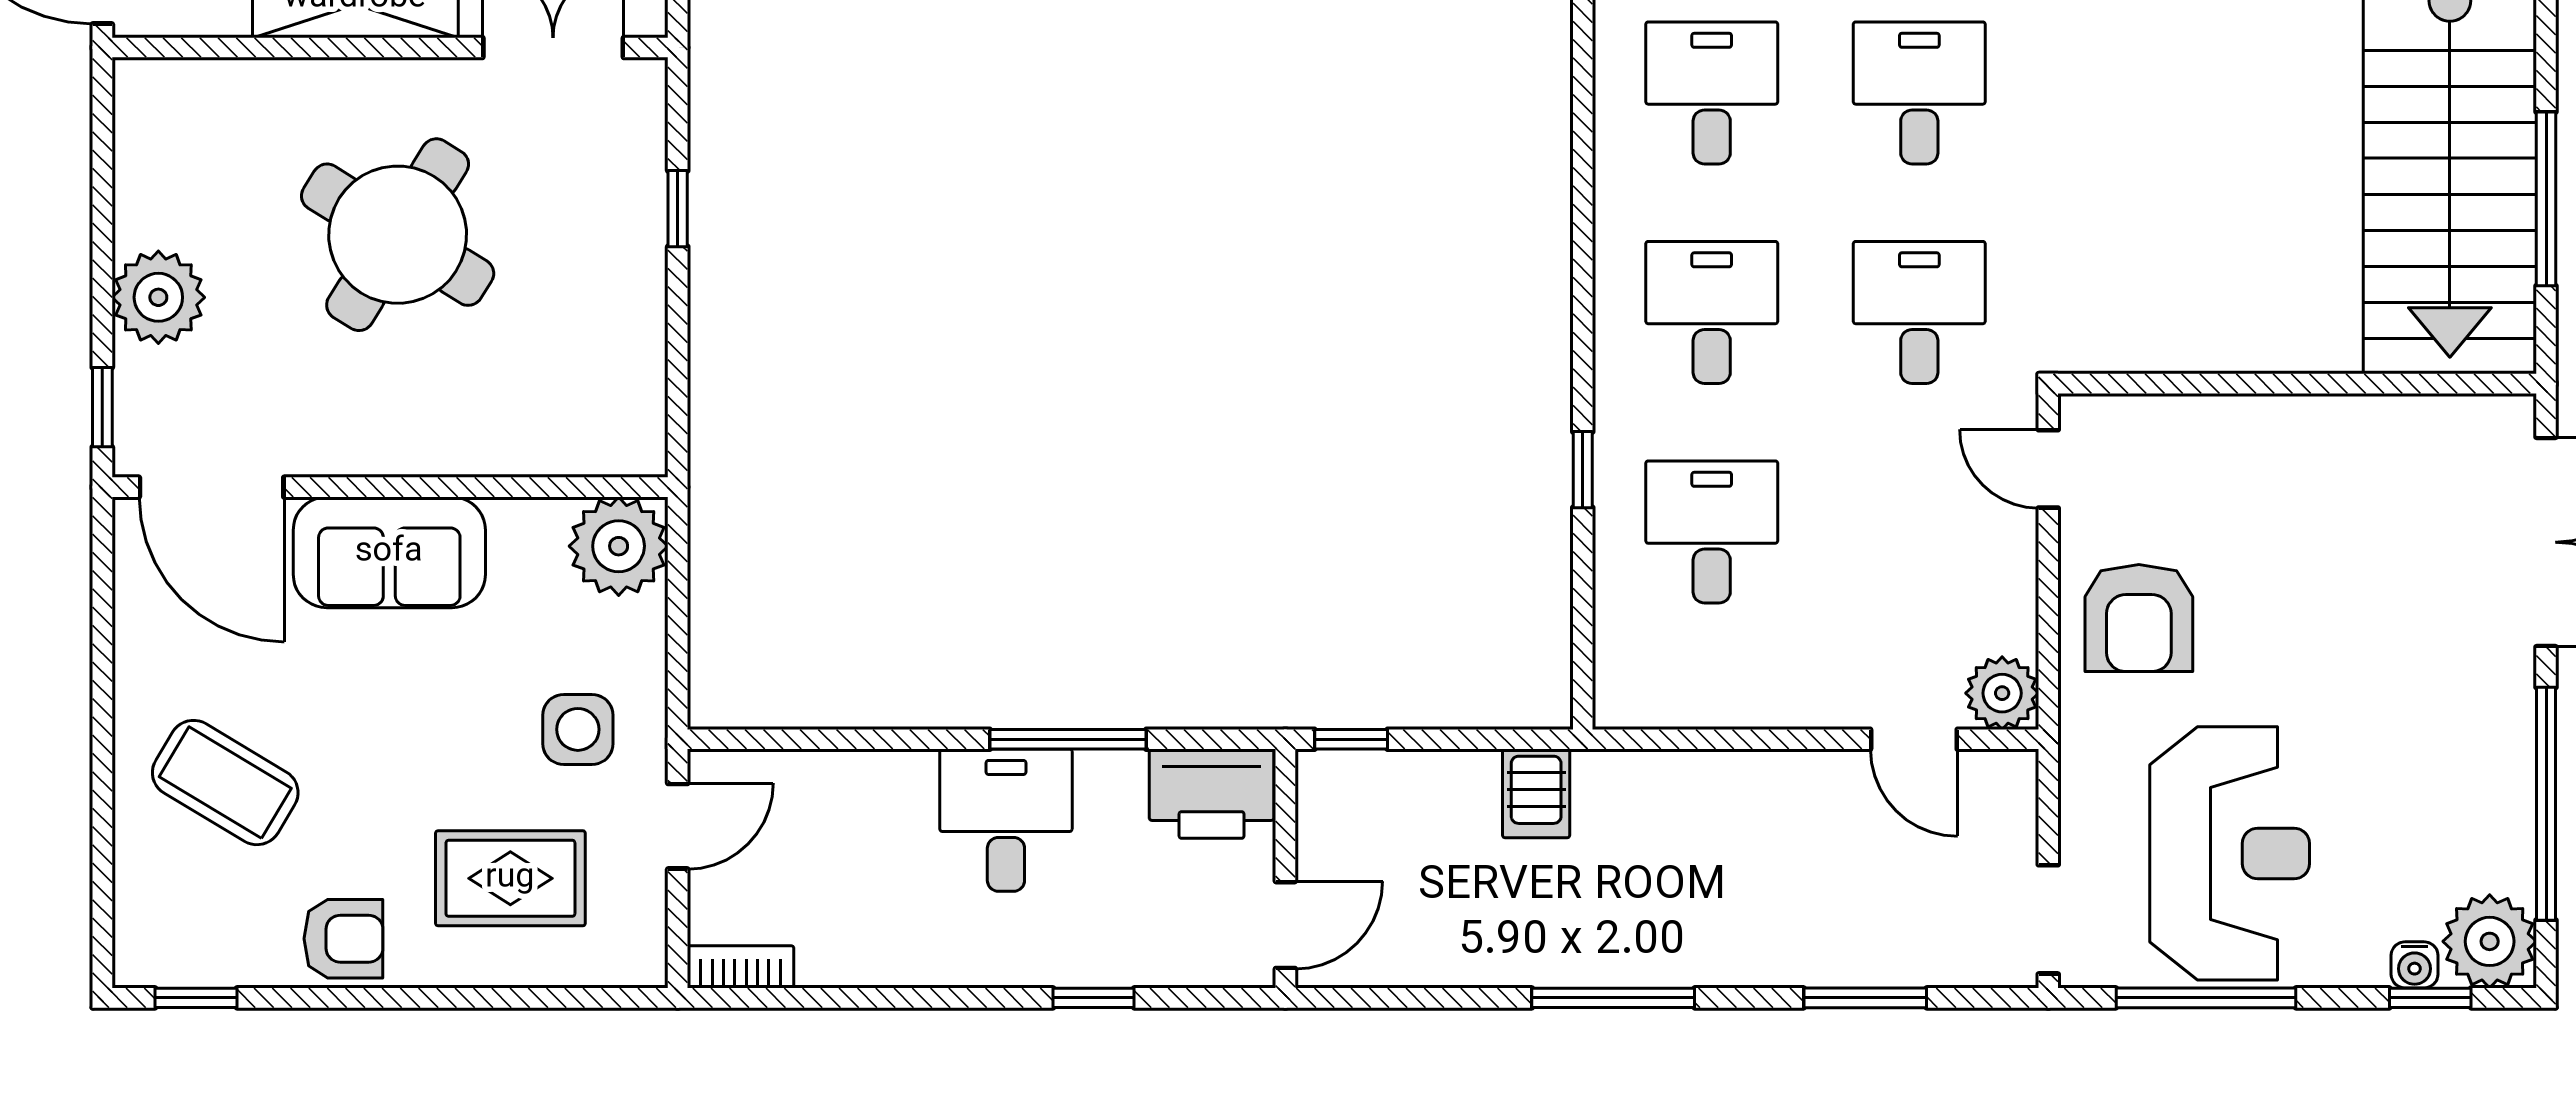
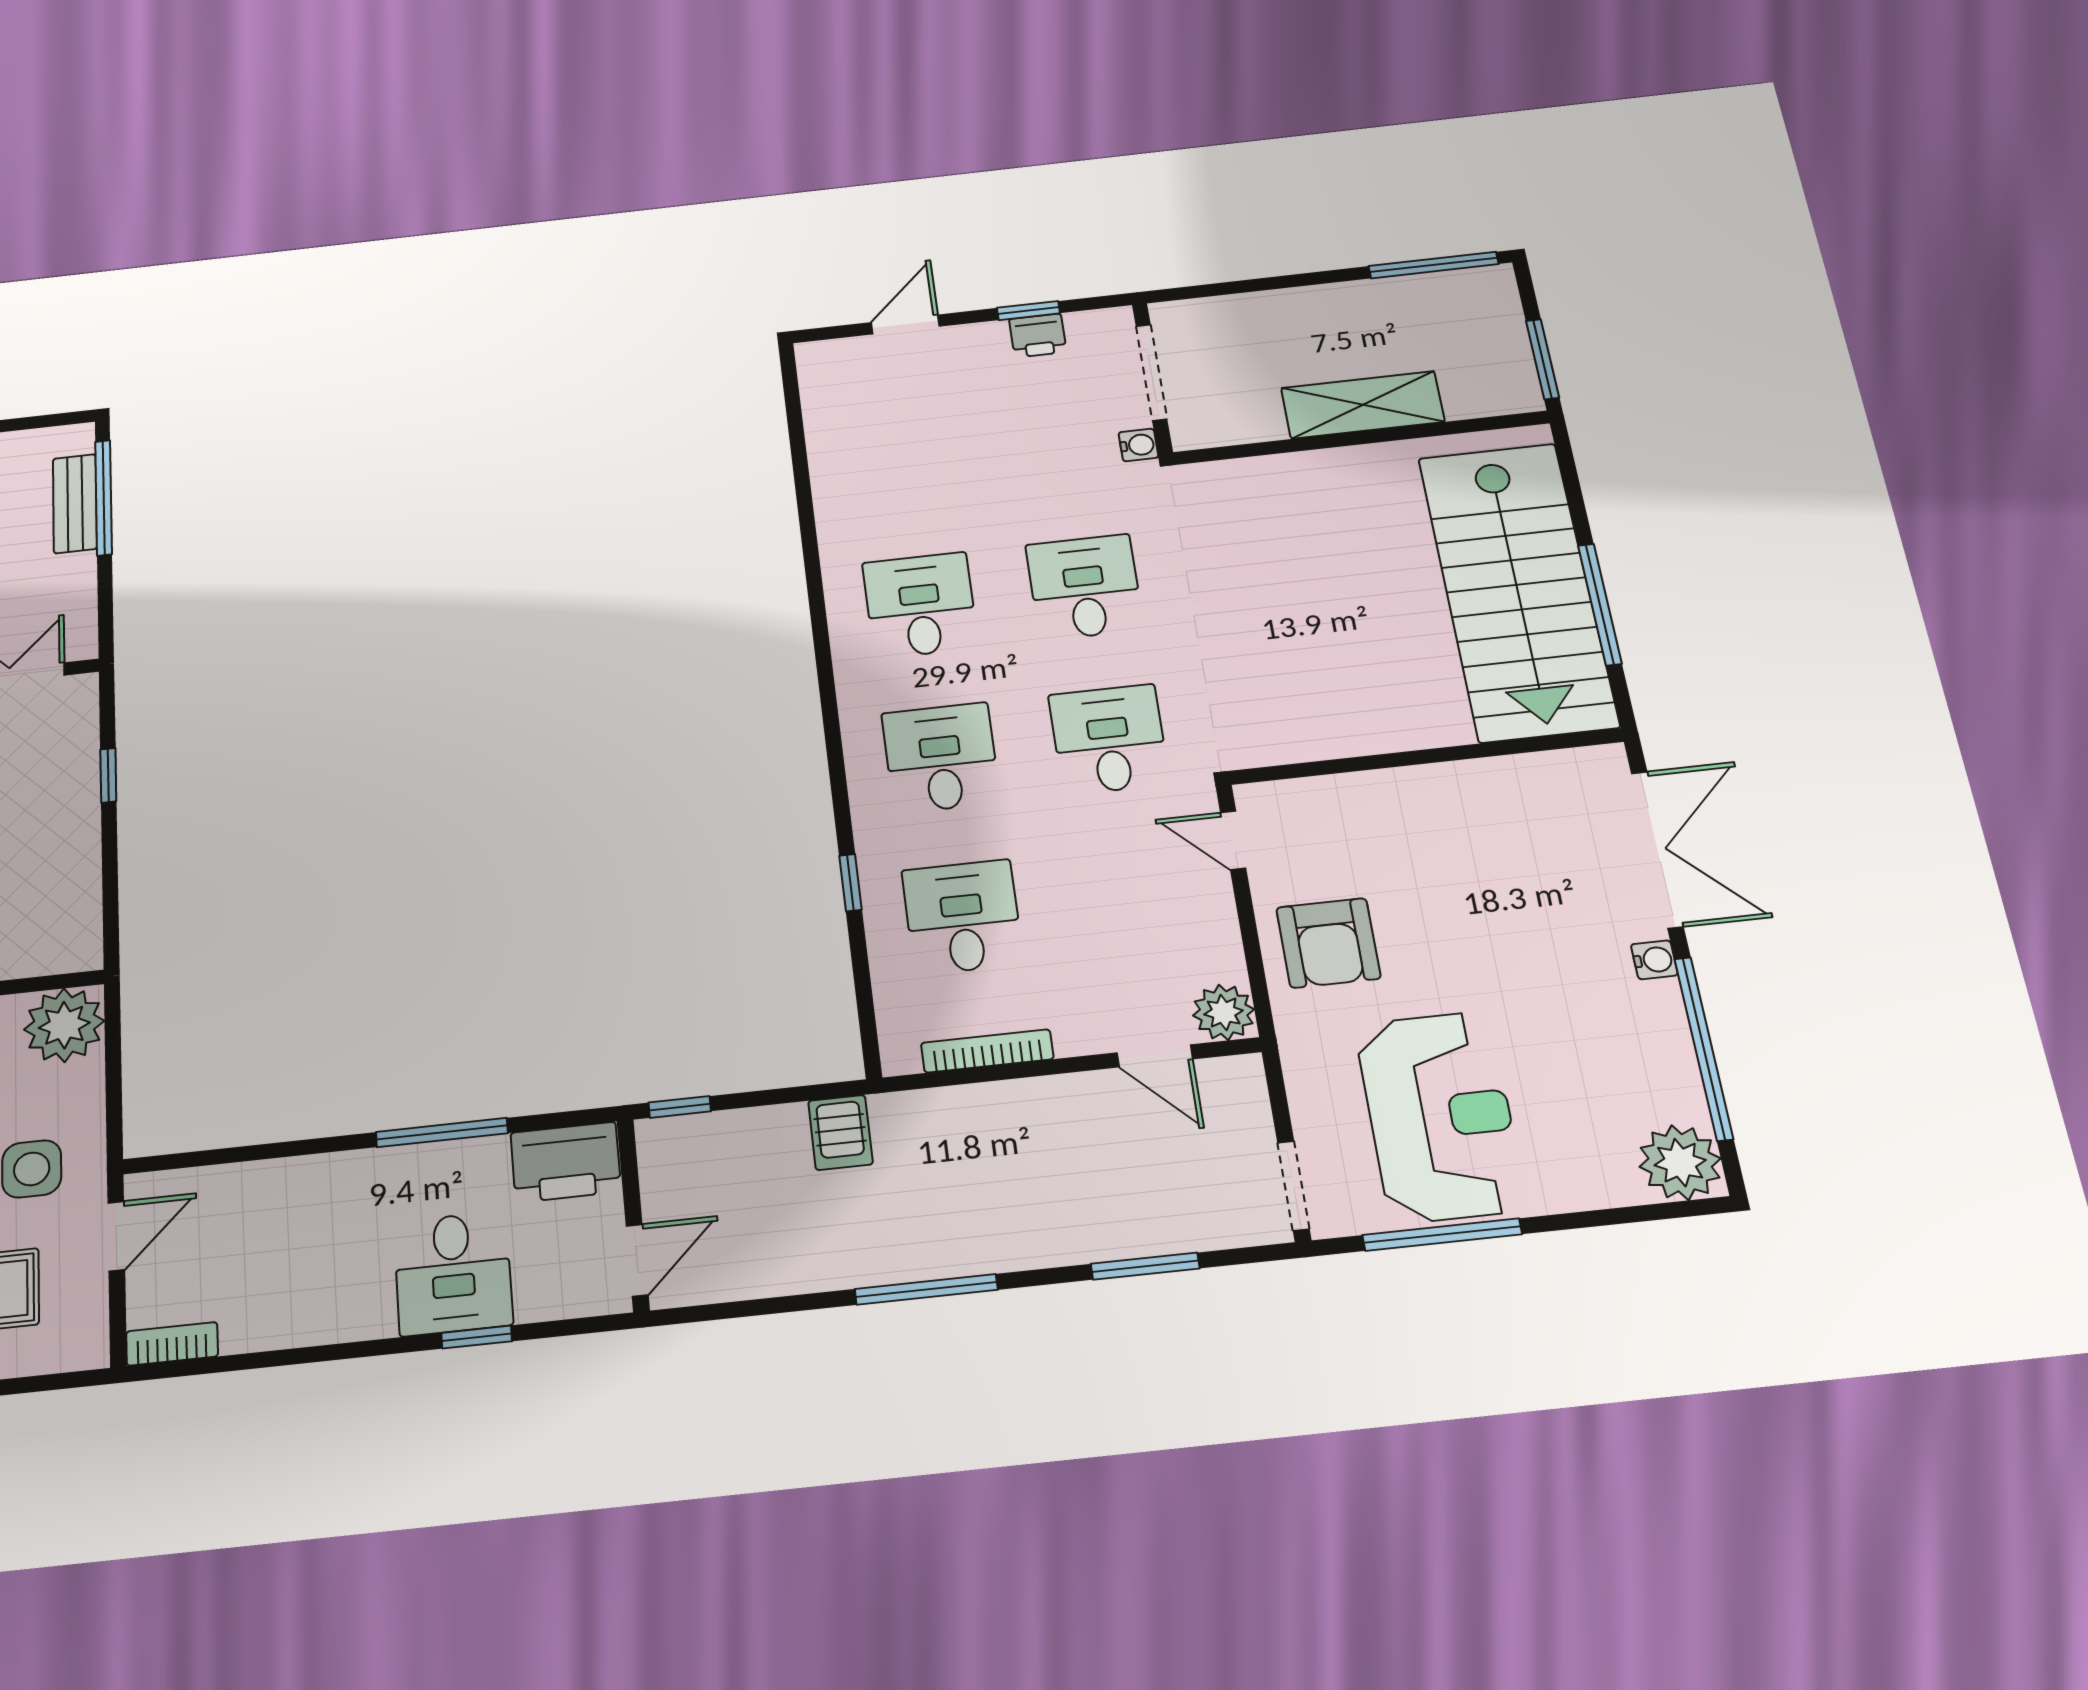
bookcase: (1719, 710) -> (987, 1051), added
desk: (1006, 820) -> (453, 1273), moved, turned 180
water cooler: (2415, 965) -> (1654, 960), moved, turned -90
window: (2430, 998) -> (1638, 1214), removed

